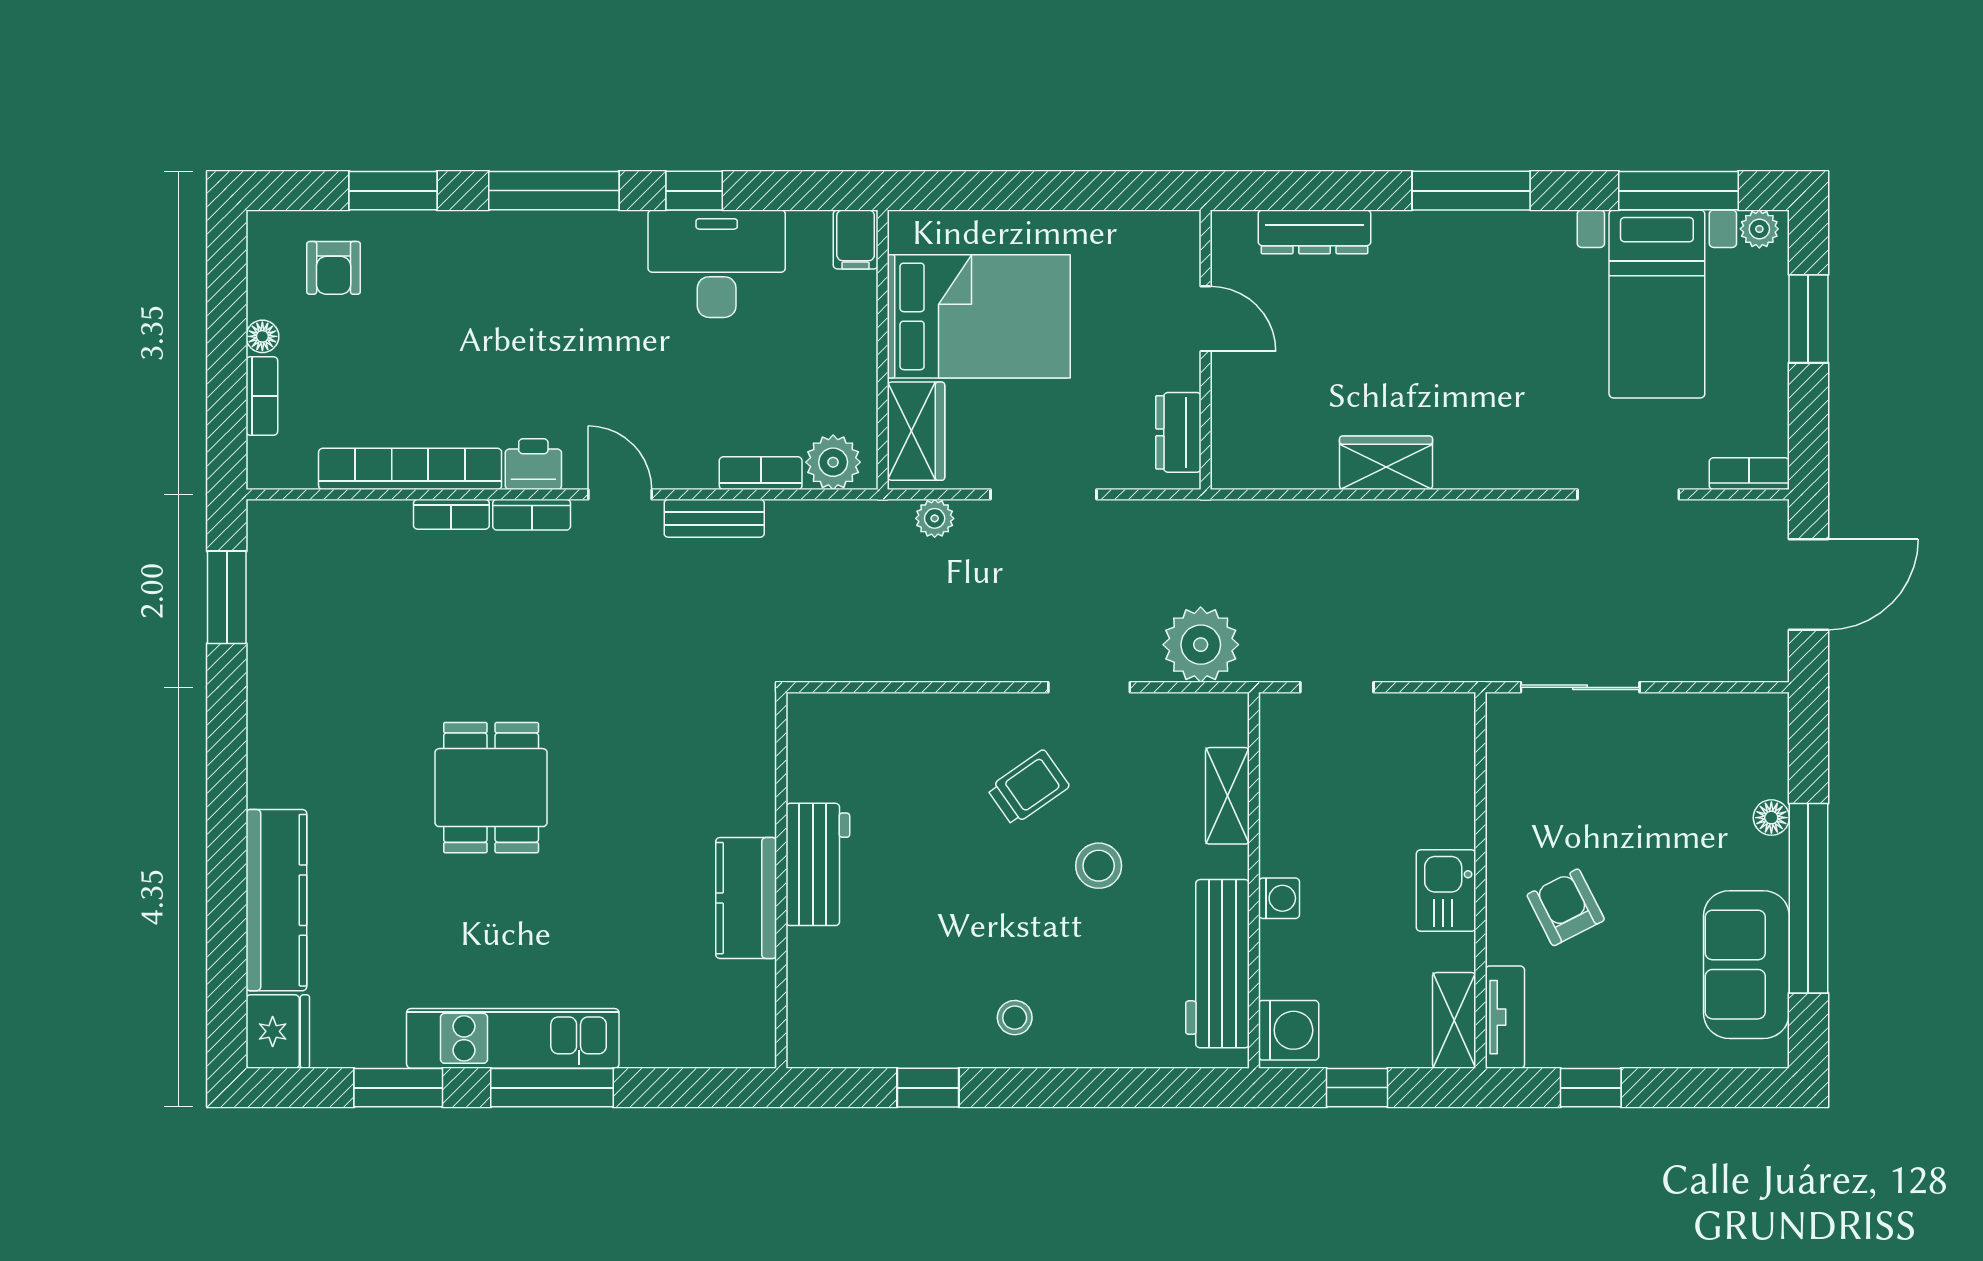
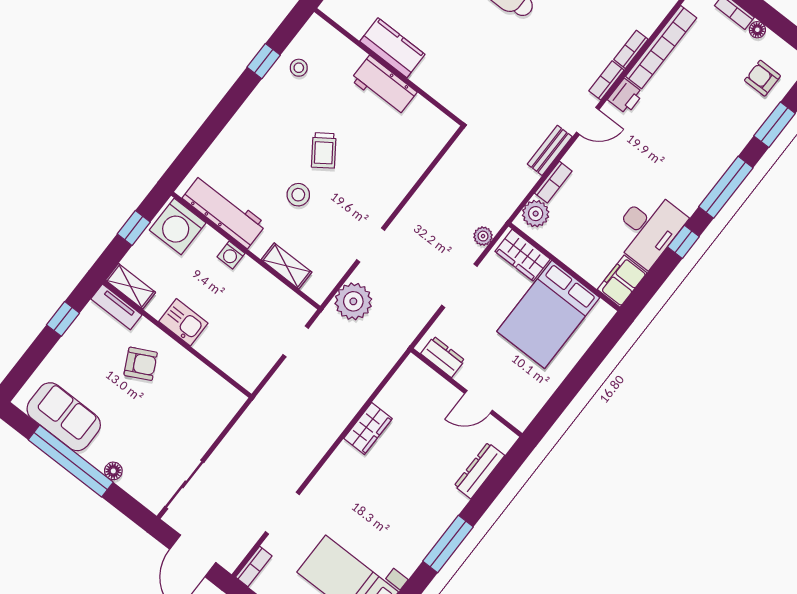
filing cabinet: (856, 239) -> (622, 281), width x2.00
sliding door: (1580, 687) -> (184, 484), moved
trolley: (1028, 787) -> (324, 150), moved
stool: (1015, 1018) -> (299, 68), moved
washing machine: (1289, 1030) -> (178, 227), width x1.37, depth x1.37

